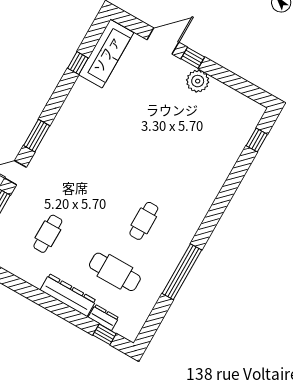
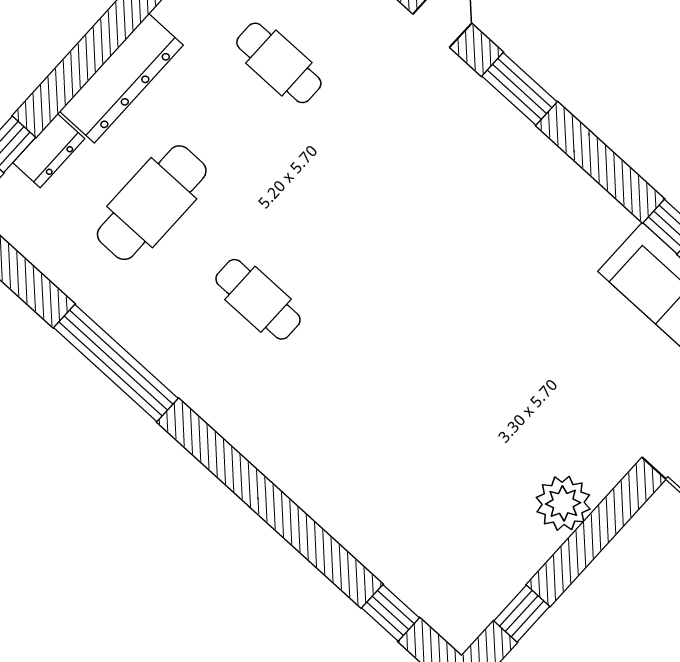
window: (193, 58) -> (522, 614), moved

